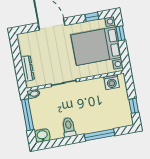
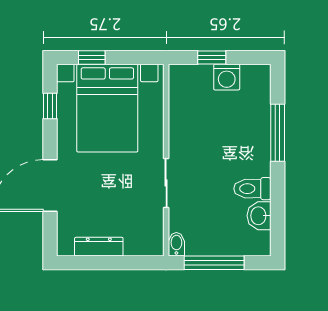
dresser: (28, 68) -> (99, 247), moved
washing machine: (112, 82) -> (227, 77), moved, turned 90
window: (134, 106) -> (212, 58), moved
washbasin: (42, 136) -> (259, 216), moved

